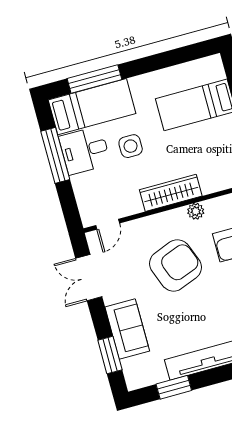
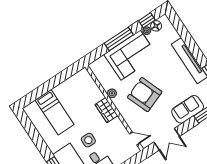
wardrobe: (171, 193) -> (106, 110), width x0.67

